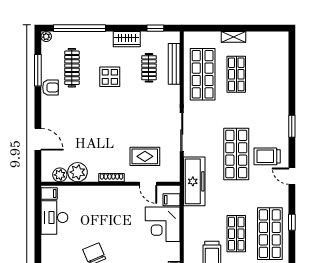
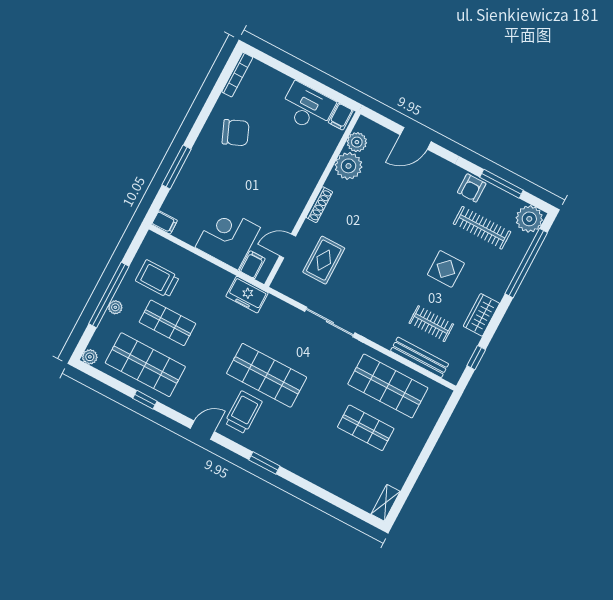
plant: (46, 37) -> (529, 219), width x1.88, depth x1.88
shelving: (233, 37) -> (386, 503), moved
freezer: (194, 181) -> (247, 295), width x0.52, depth x0.79

